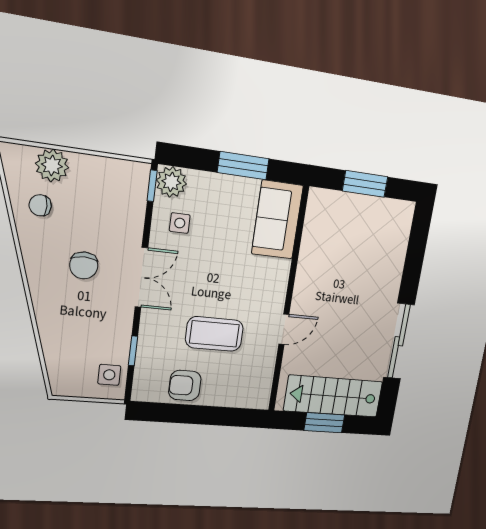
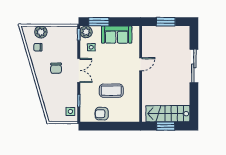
window: (243, 166) -> (99, 22), moved
sofa: (277, 220) -> (117, 35), moved, turned -90
door: (284, 329) -> (141, 64), moved
sliding door: (399, 341) -> (194, 66), moved

